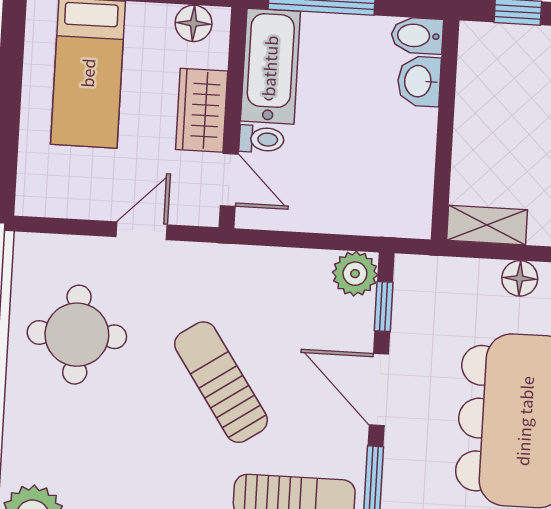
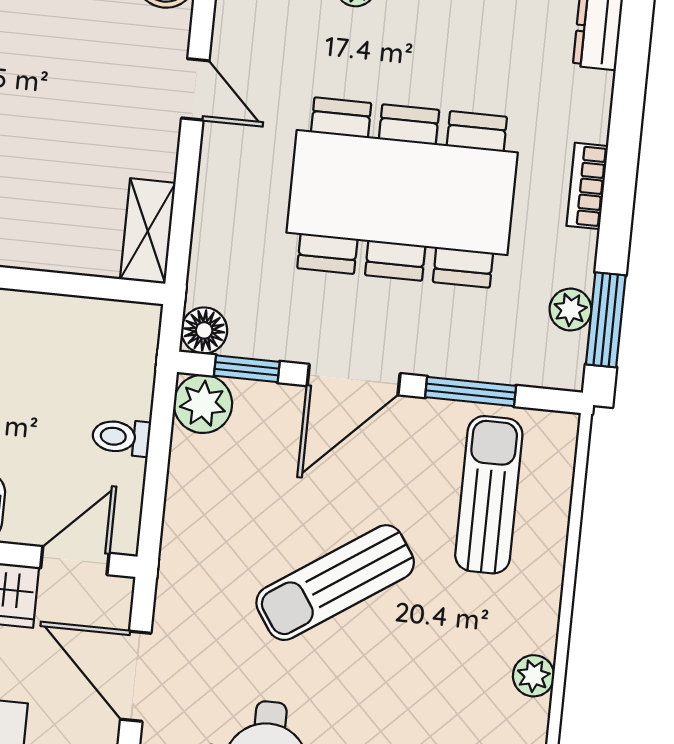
toilet: (262, 139) -> (121, 437), moved, turned -90
door: (142, 231) -> (136, 676), width x1.38
floor lamp: (520, 278) -> (204, 330), moved

